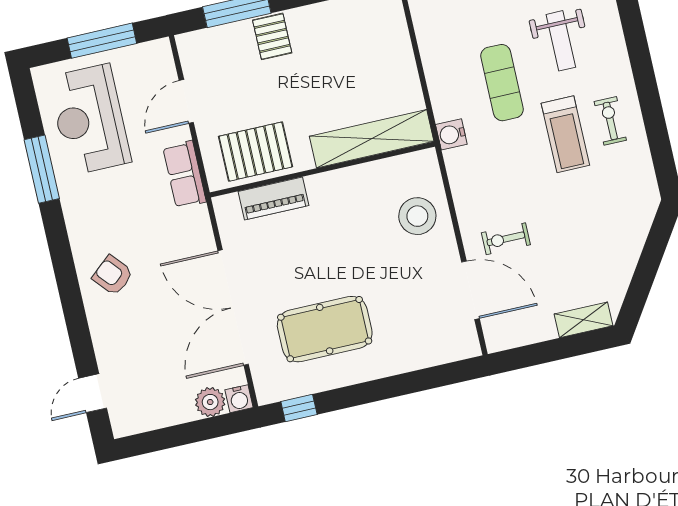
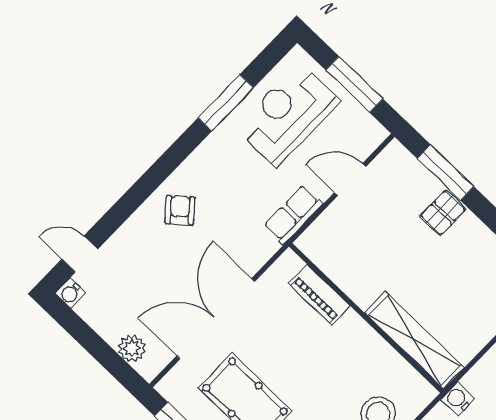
pallet: (255, 152) -> (346, 258), removed
water cooler: (239, 399) -> (70, 293), moved

